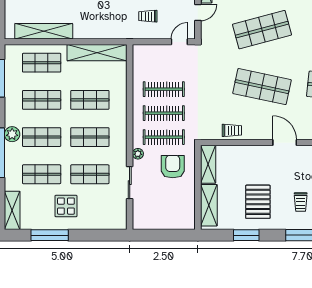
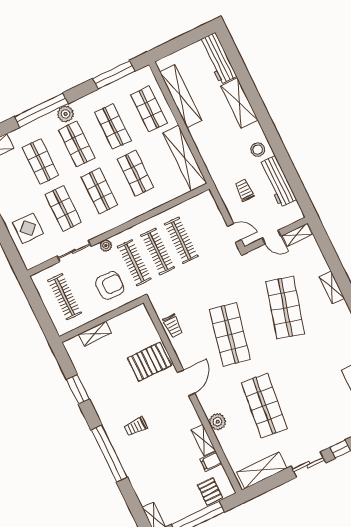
shop shelf: (262, 30) -> (285, 308), turned 30
shelving: (208, 164) -> (129, 319), removed
pallet: (258, 202) -> (149, 362), moved
shelving: (209, 205) -> (95, 334), width x0.67, depth x0.75
display table: (66, 206) -> (28, 228), moved
clothes rail: (164, 209) -> (64, 297), added

